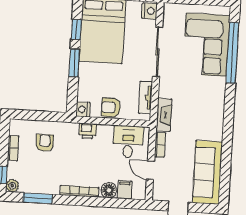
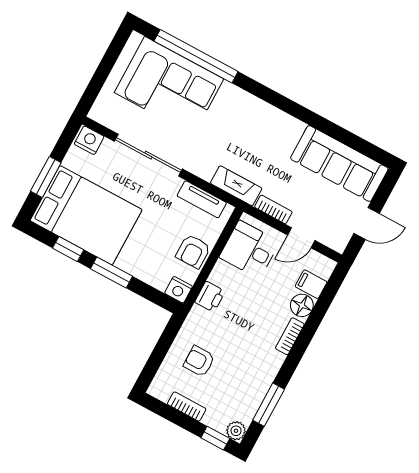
bookcase: (79, 191) -> (290, 336), width x0.64

